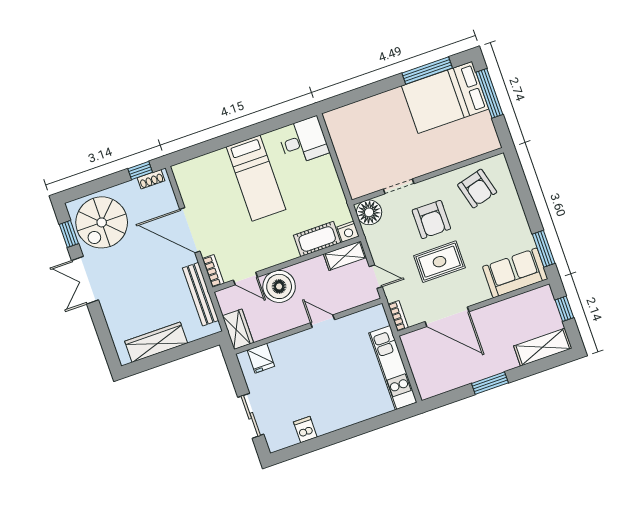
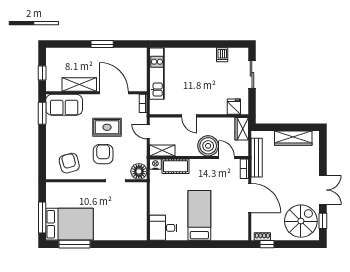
shelving: (543, 347) -> (79, 84), moved

